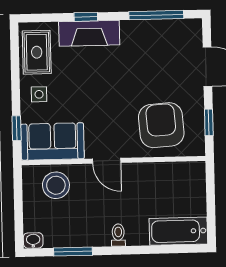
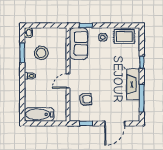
fireplace: (89, 33) -> (133, 84), moved
armchair: (161, 125) -> (85, 99), width x0.53, depth x0.53
door: (107, 161) -> (68, 81), moved
stool: (56, 185) -> (41, 53), moved
bathtub: (178, 231) -> (39, 114), moved, turned -90

